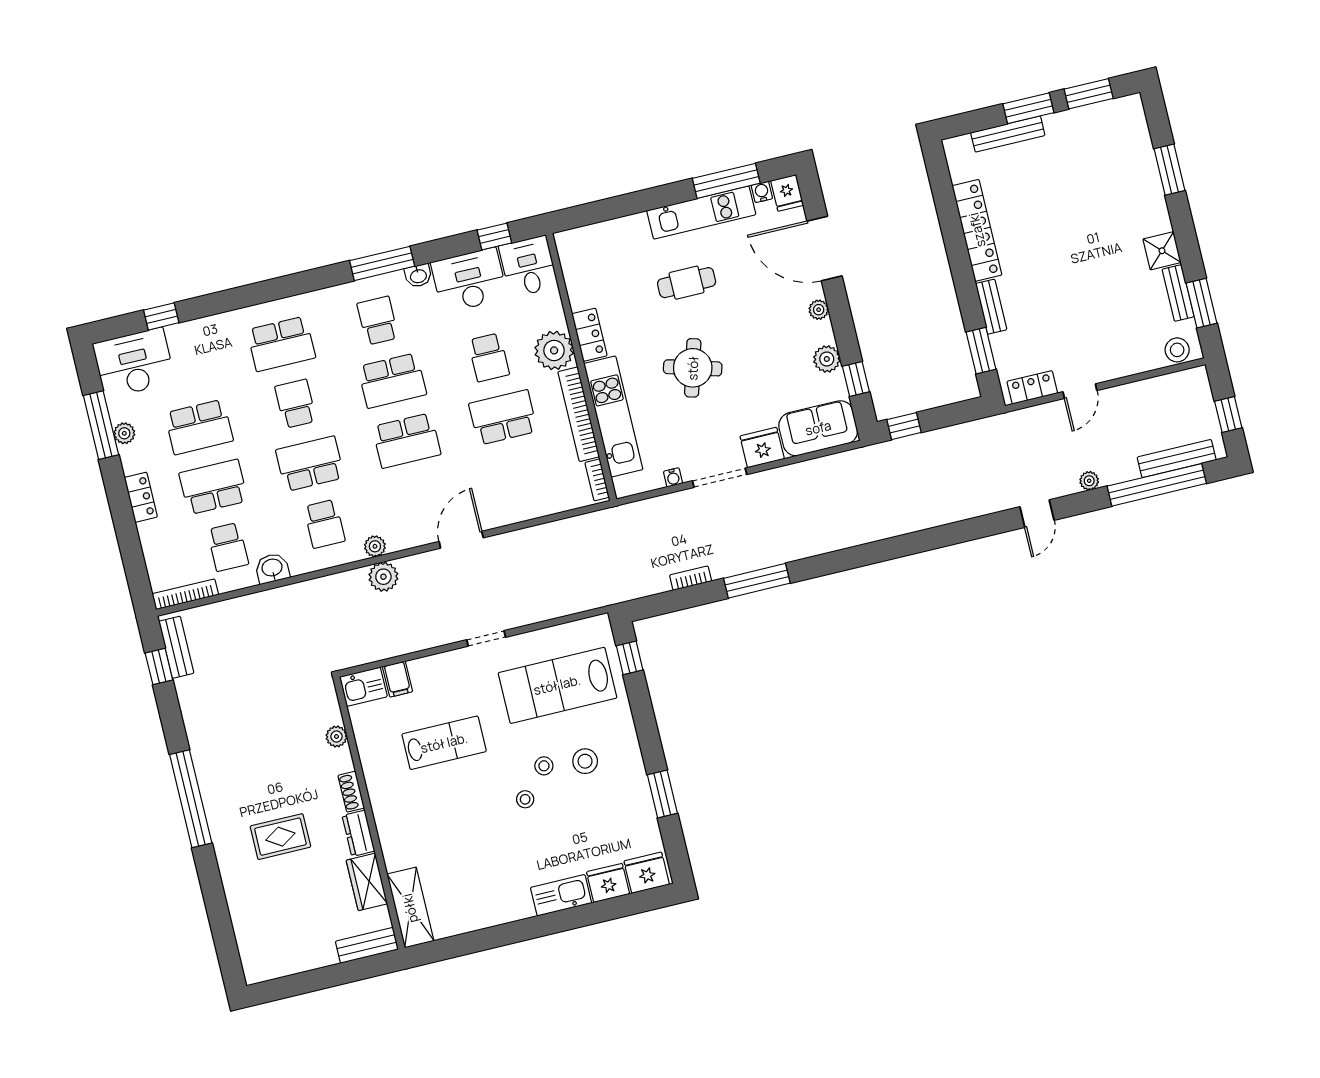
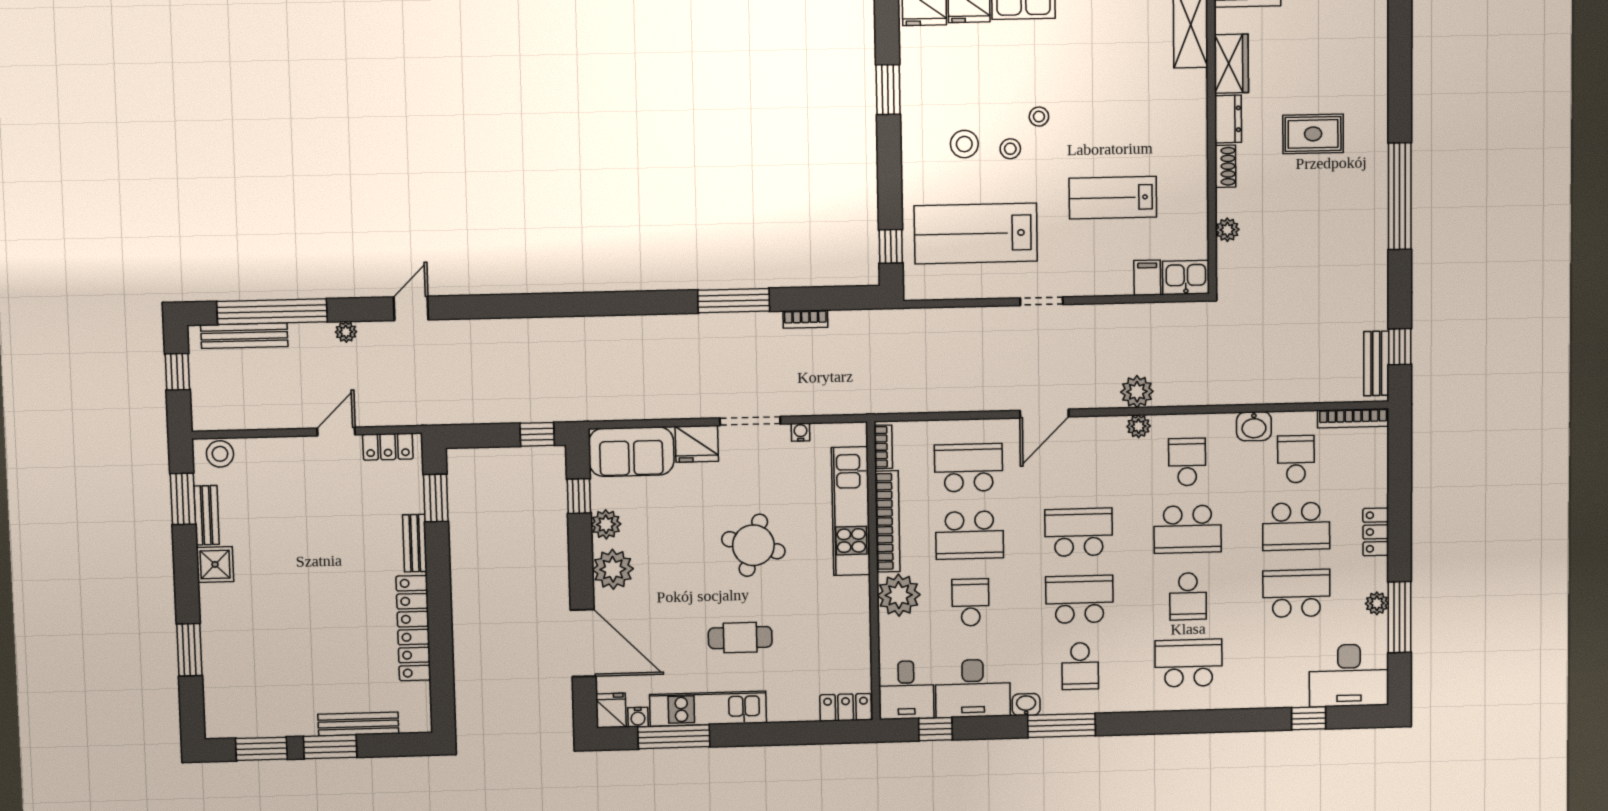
plant: (819, 310) -> (613, 569), width x1.88, depth x1.88
locker: (589, 335) -> (846, 707), moved, turned 90
school desk: (518, 477) -> (969, 468), added
lab bench: (557, 685) -> (976, 233), turned 180

